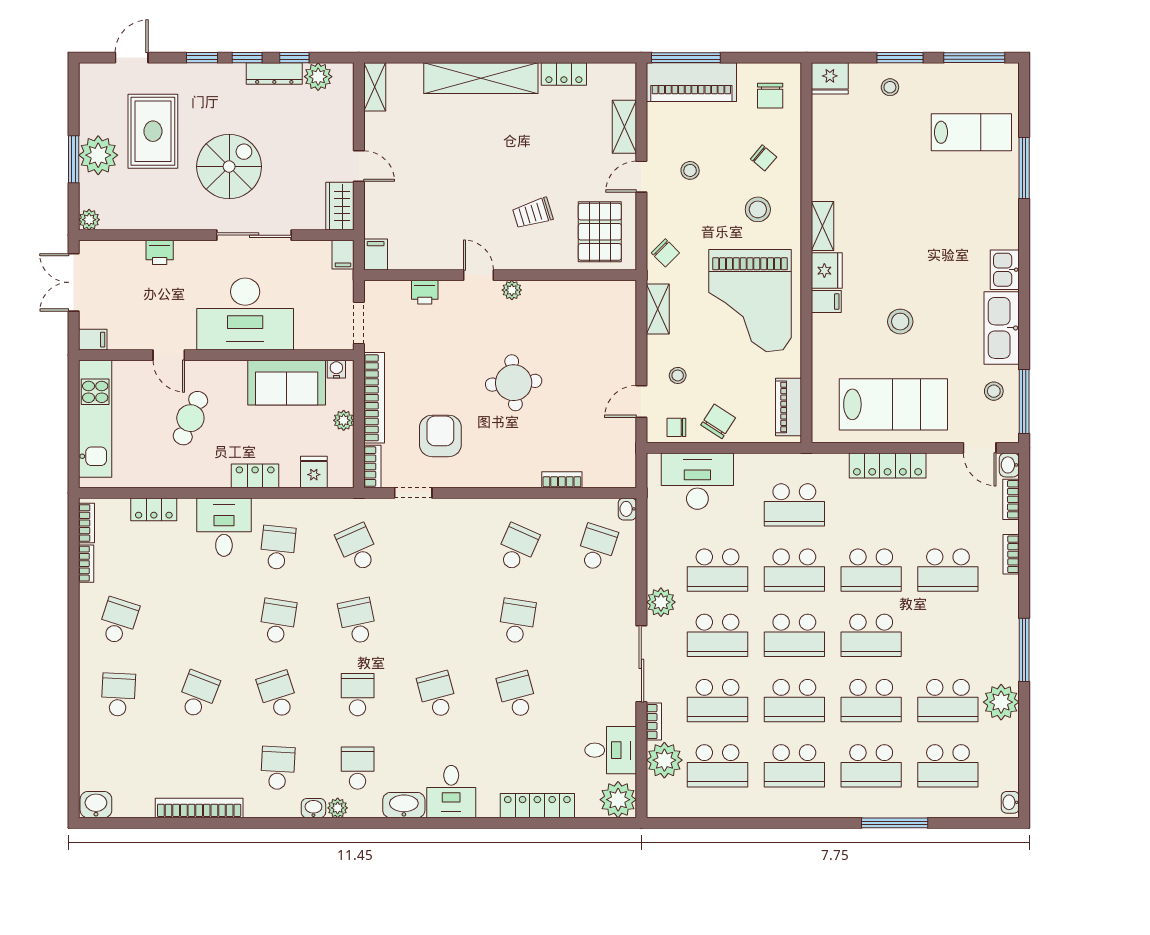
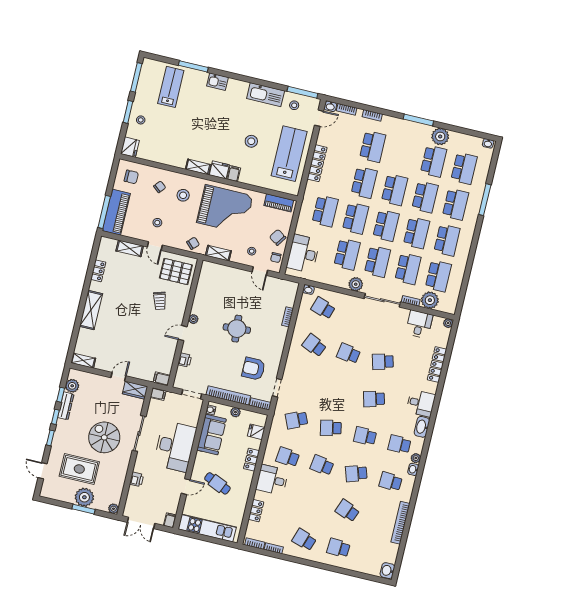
shelving: (481, 78) -> (91, 310), width x0.68
kitchen sink: (1005, 270) -> (217, 82), moved
plant: (618, 800) -> (448, 323), width x0.53, depth x0.53

